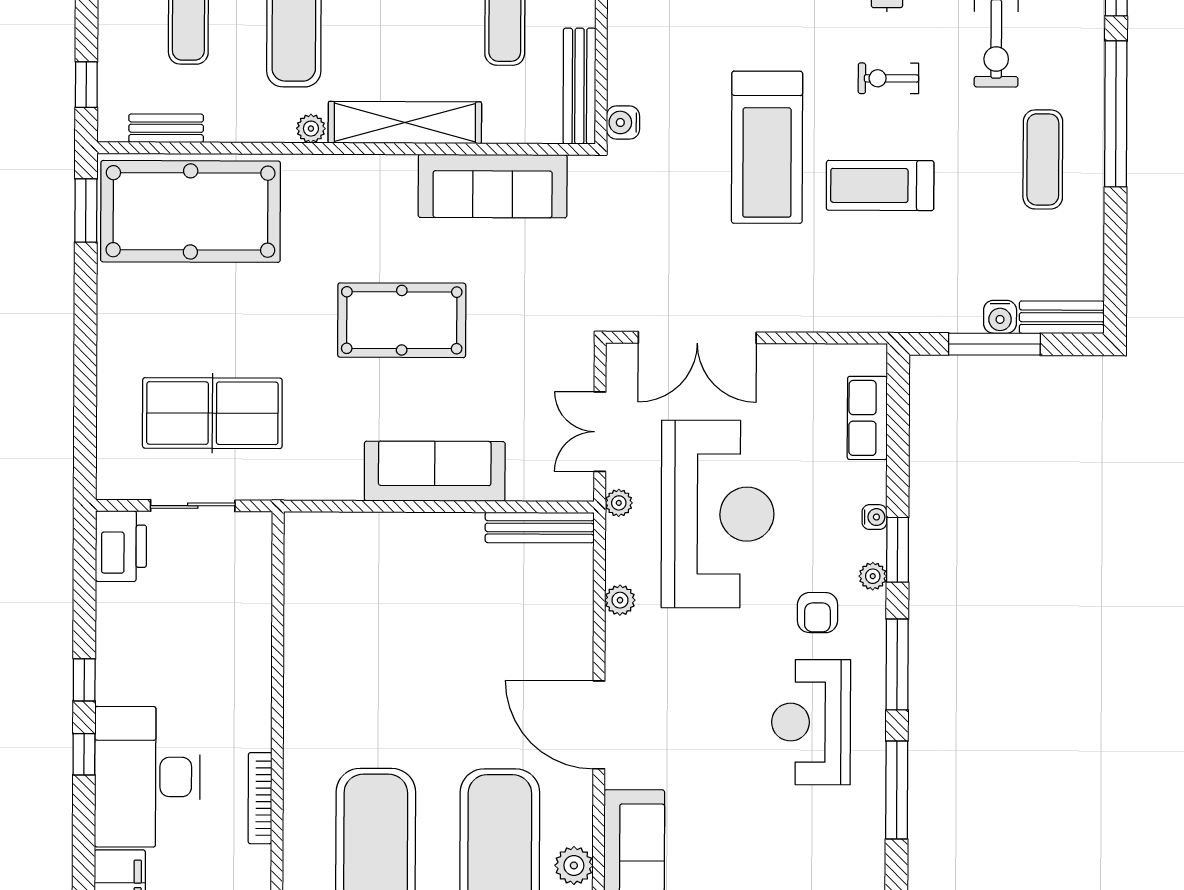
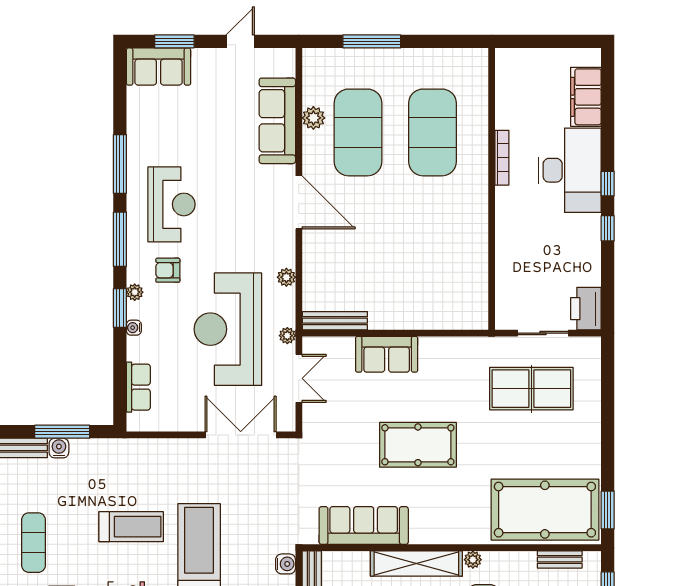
sofa: (435, 471) -> (387, 354), width x0.73
armchair: (817, 613) -> (168, 270), turned -90

